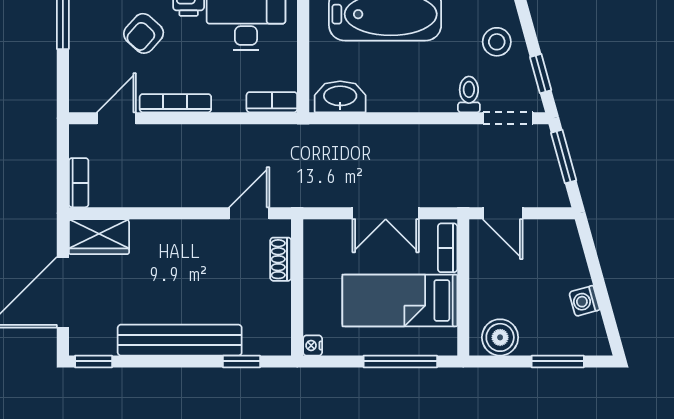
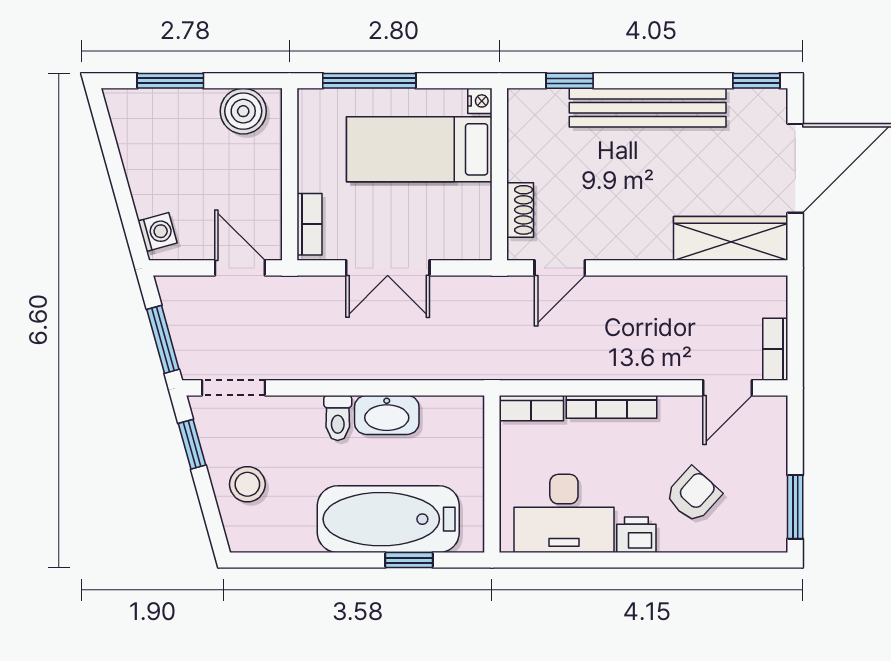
toilet: (469, 94) -> (338, 418), moved
washbasin: (340, 97) -> (387, 415), moved
bookcase: (175, 103) -> (611, 407), moved
bookcase: (79, 183) -> (775, 349), moved
double door: (386, 213) -> (388, 268), swing flipped
wardrobe: (99, 237) -> (731, 238), width x1.50
bed: (400, 300) -> (419, 149), moved, turned 180
washing machine: (584, 301) -> (158, 232), moved

